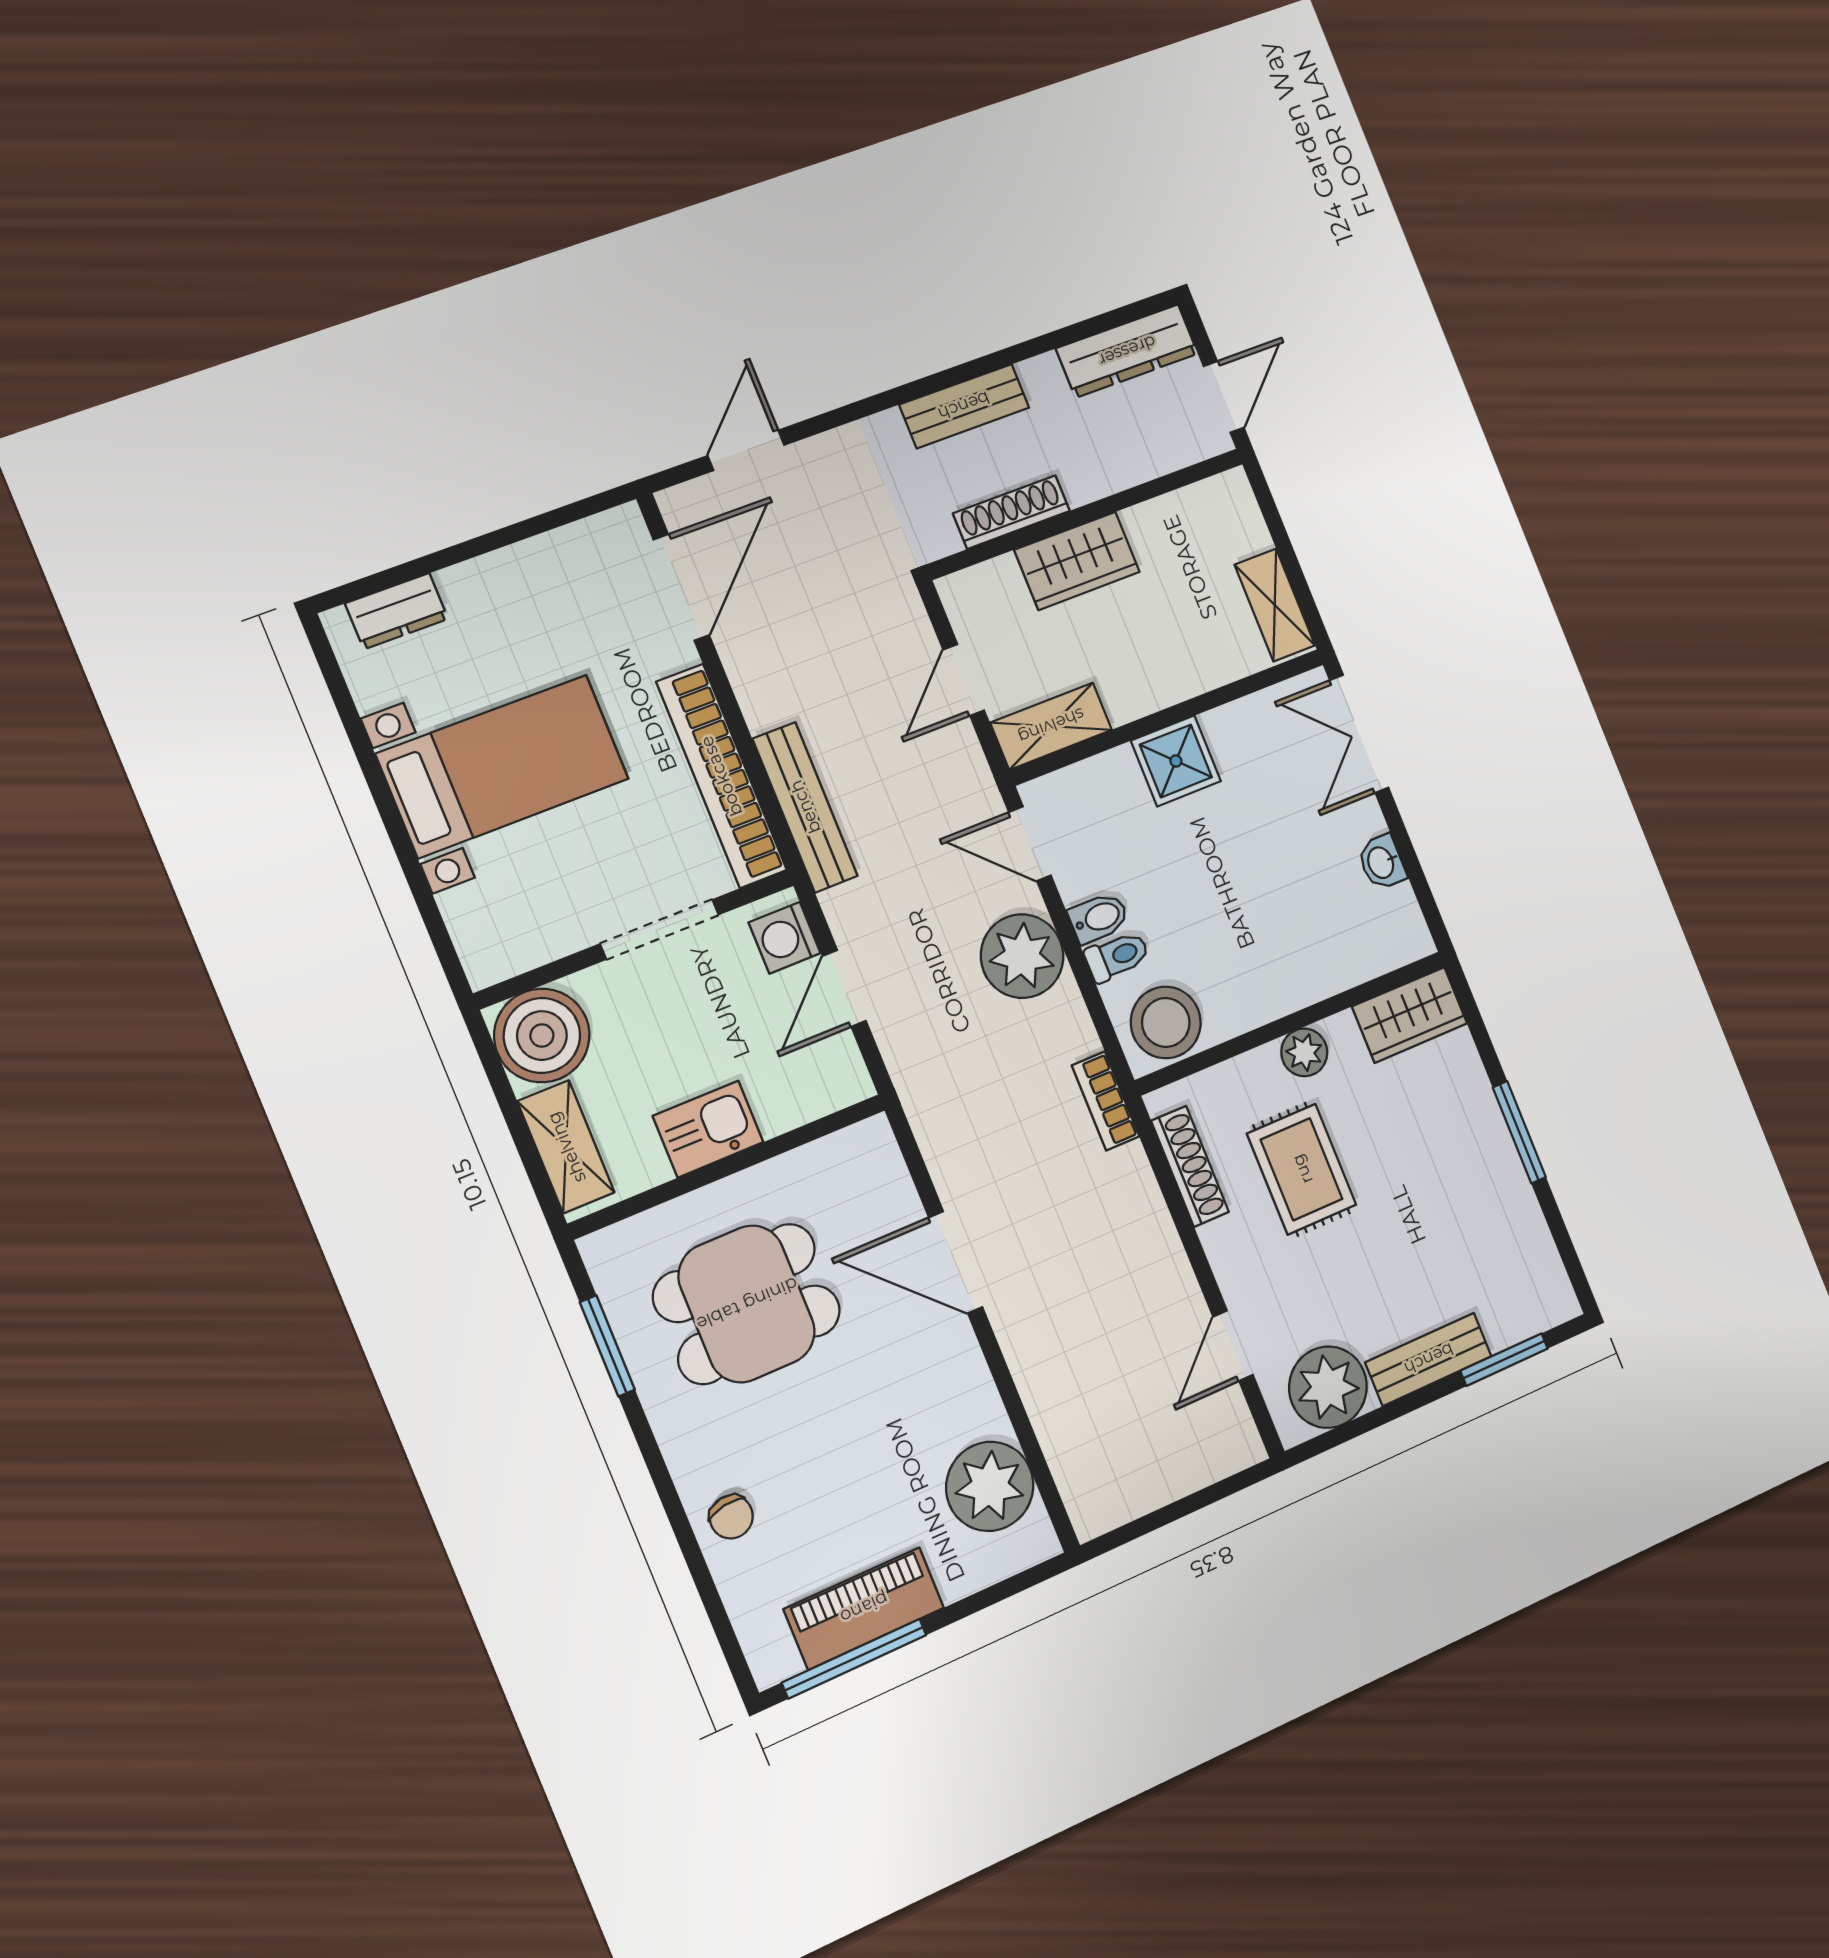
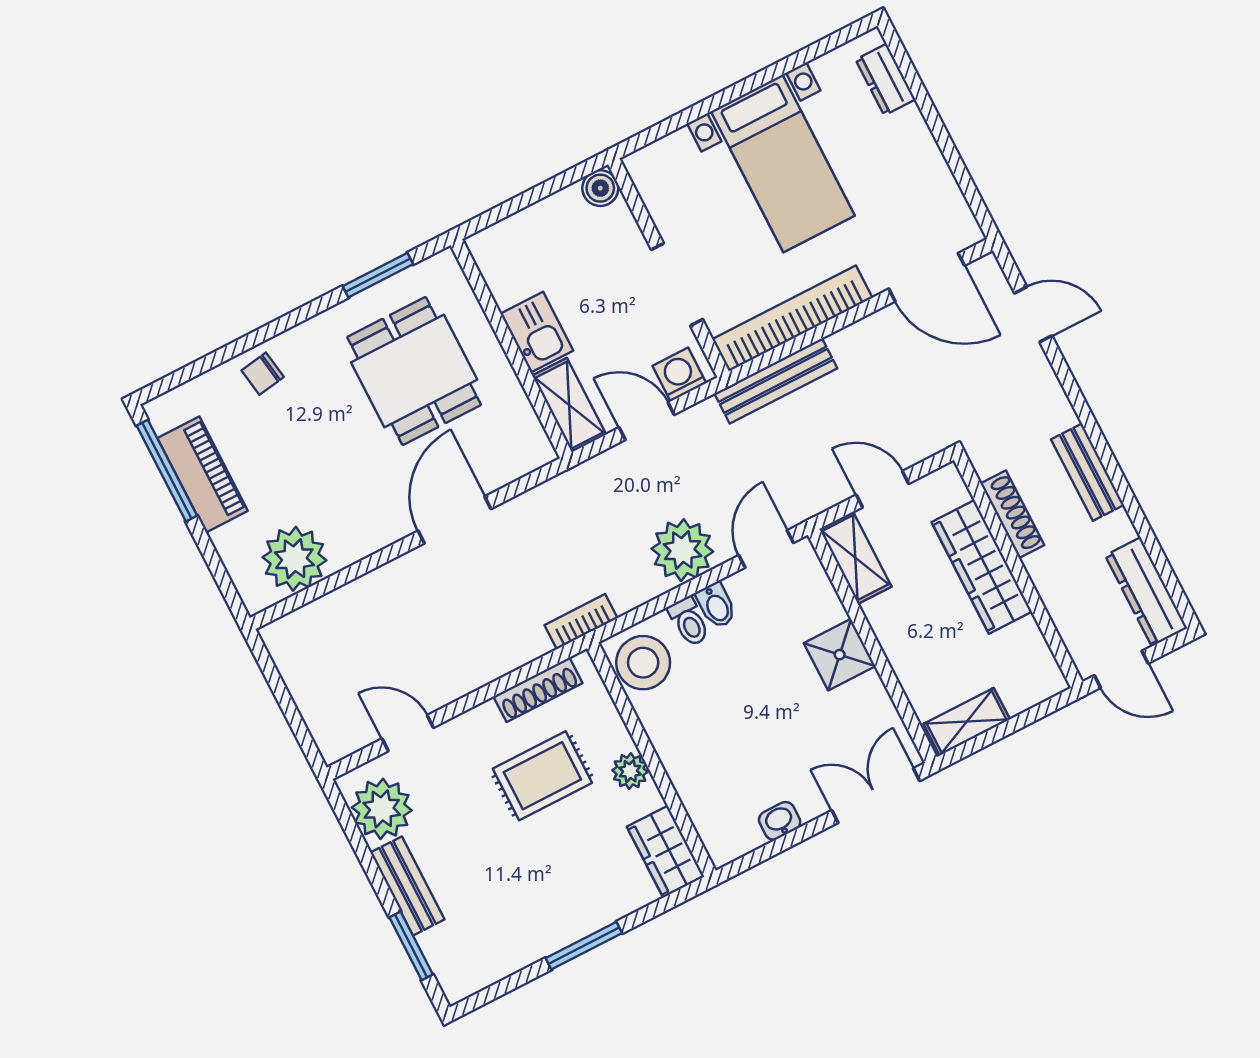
wardrobe: (1077, 561) -> (982, 567), width x1.50
boiler: (542, 1035) -> (600, 188), width x0.54, depth x0.54
shelving: (566, 1147) -> (569, 405), moved, turned 90

